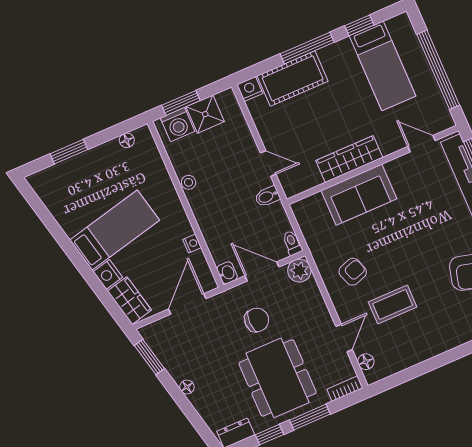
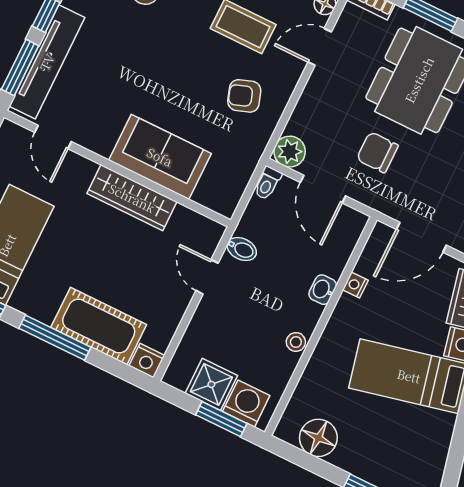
floor lamp: (127, 140) -> (318, 438), width x1.89, depth x1.89
washbasin: (227, 273) -> (323, 290), moved

